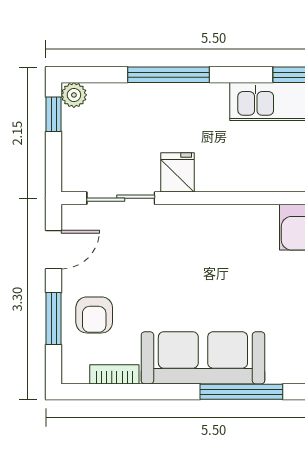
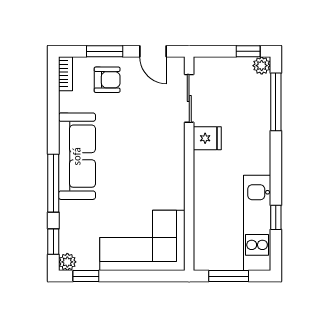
window: (169, 75) -> (276, 102), moved
armchair: (94, 315) -> (107, 80), turned 180
bookcase: (114, 374) -> (65, 74), moved

